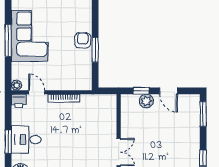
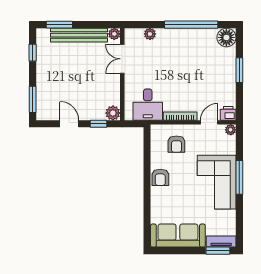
window: (95, 50) -> (147, 167), removed
armchair: (67, 72) -> (176, 144), added
door: (37, 92) -> (209, 122), swing flipped
plant: (146, 101) -> (113, 113), moved
desk: (26, 140) -> (148, 105), moved, turned 90

